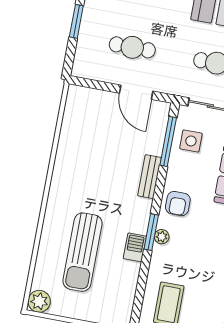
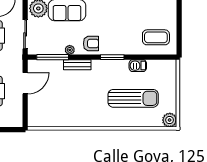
side table: (191, 141) -> (50, 43), removed
plant: (162, 237) -> (70, 50), moved
barbecue: (135, 247) -> (138, 66), moved

